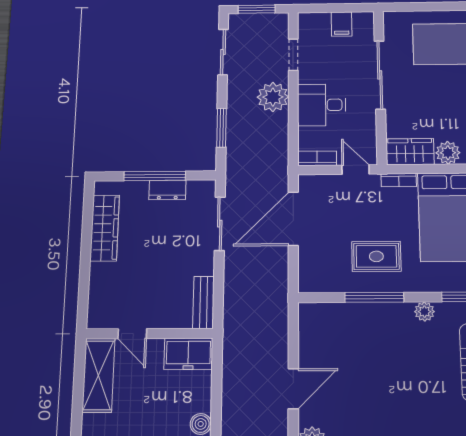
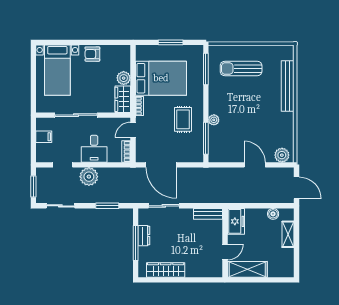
window: (374, 297) -> (206, 138), moved
plant: (424, 312) -> (214, 120), moved

